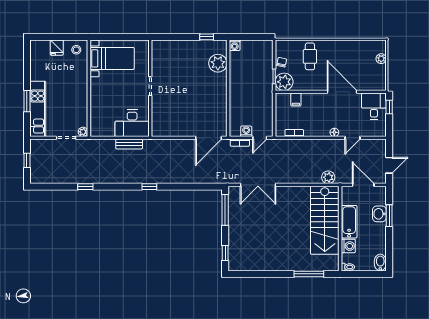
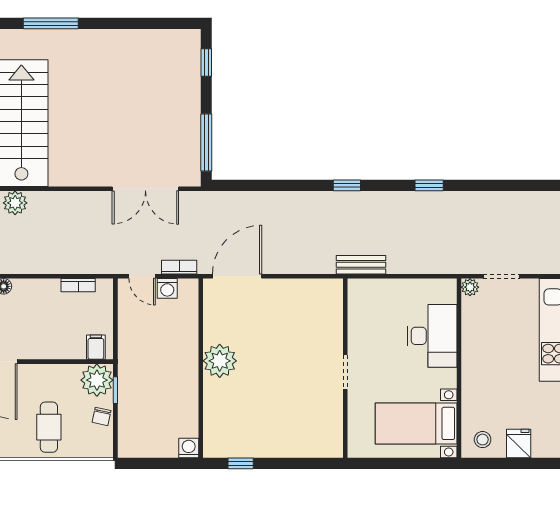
plant: (218, 63) -> (220, 361), moved
filing cabinet: (296, 100) -> (96, 347), moved
desk: (132, 123) -> (432, 336), moved, turned 90
door: (260, 138) -> (142, 276), swing flipped
bench: (129, 144) -> (361, 265), moved
double door: (258, 185) -> (145, 189), swing flipped
window: (85, 187) -> (429, 185), moved

